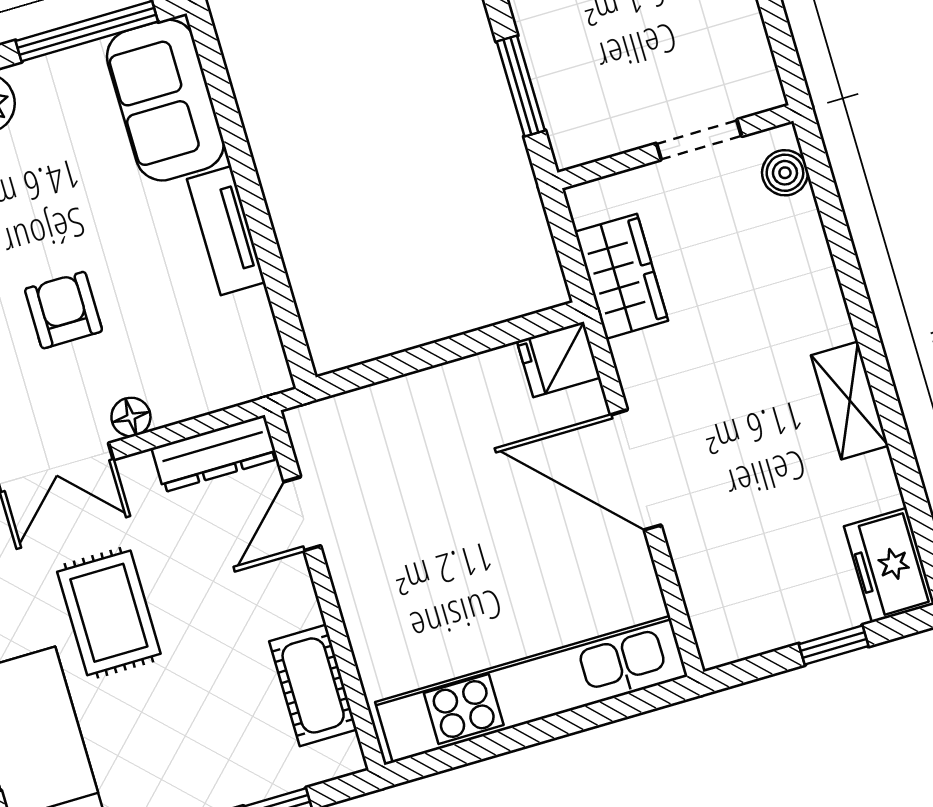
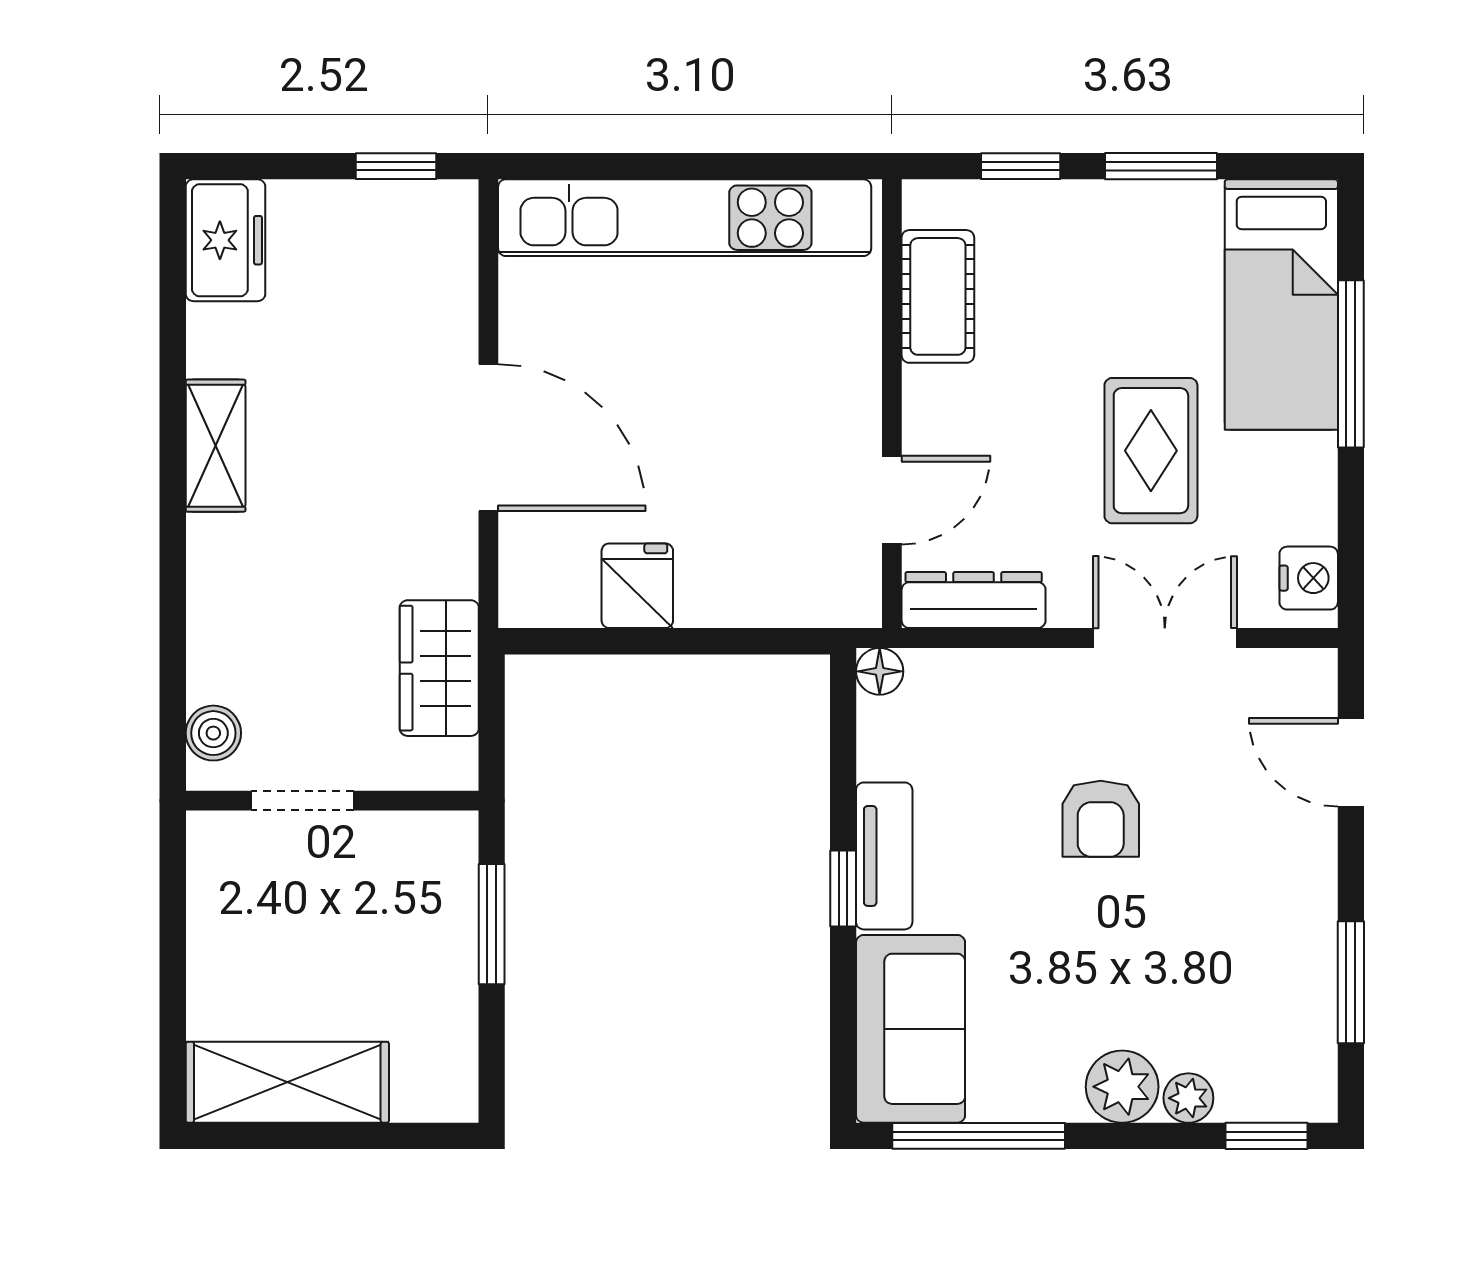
window: (251, 195) -> (843, 888), added
fridge: (559, 359) -> (637, 586), moved, turned -90
floor lamp: (131, 417) -> (880, 671), moved
window: (834, 645) -> (396, 166), moved

